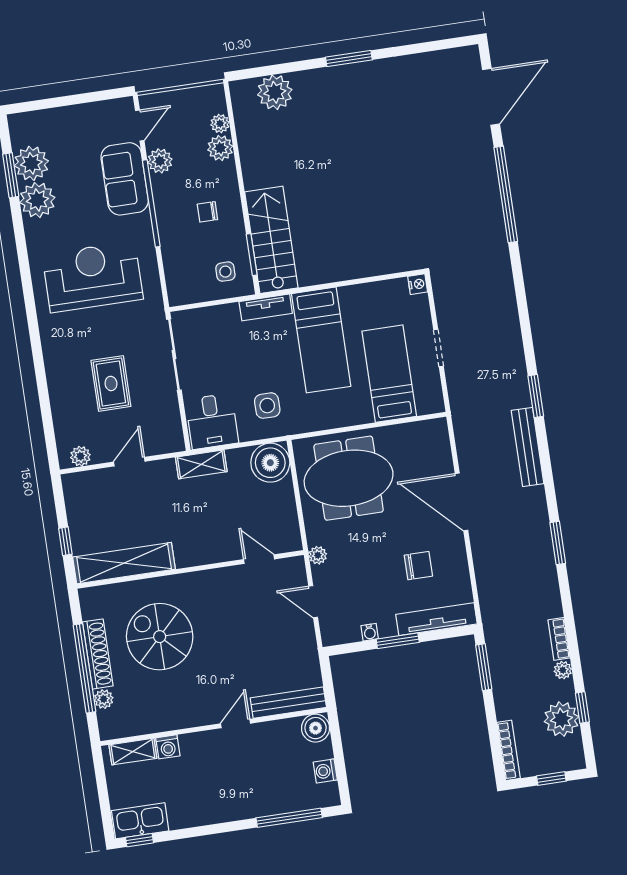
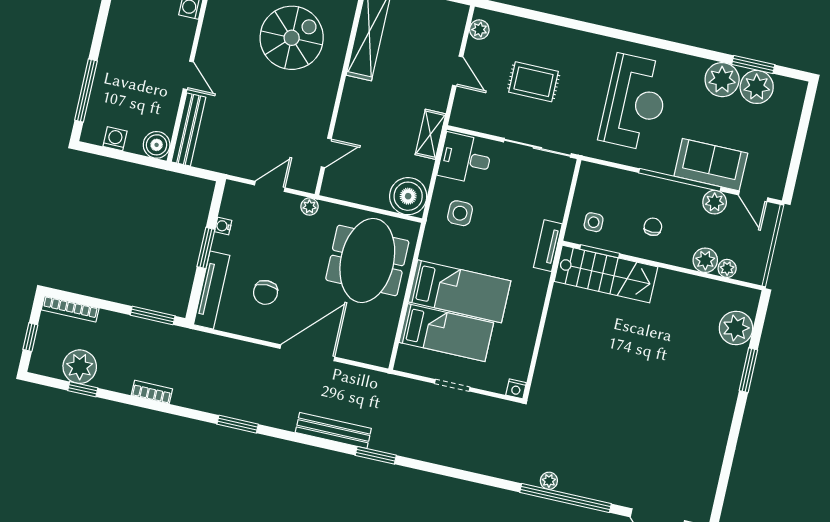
window: (349, 59) -> (748, 370), moved
bed: (321, 340) -> (460, 291), moved, turned 180
plant: (563, 670) -> (549, 481), moved

